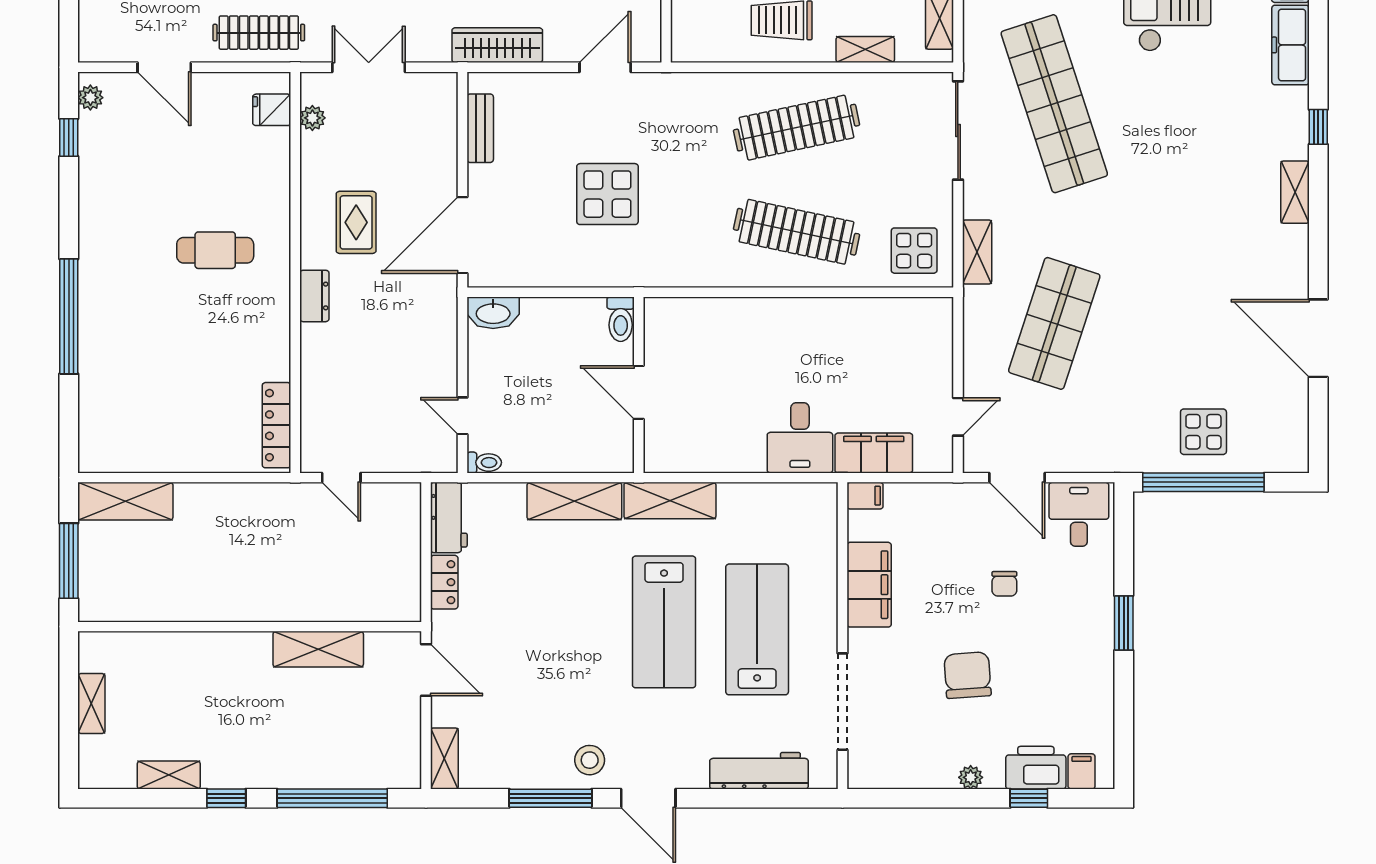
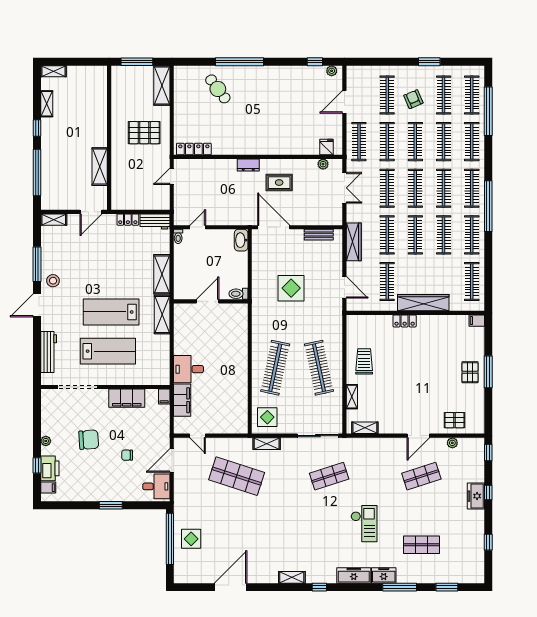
shop shelf: (1054, 104) -> (329, 476), width x0.50, depth x0.74
cafe table: (215, 250) -> (218, 89), moved, turned -37
pallet: (237, 543) -> (144, 133), added
shelving: (91, 704) -> (53, 71), moved

